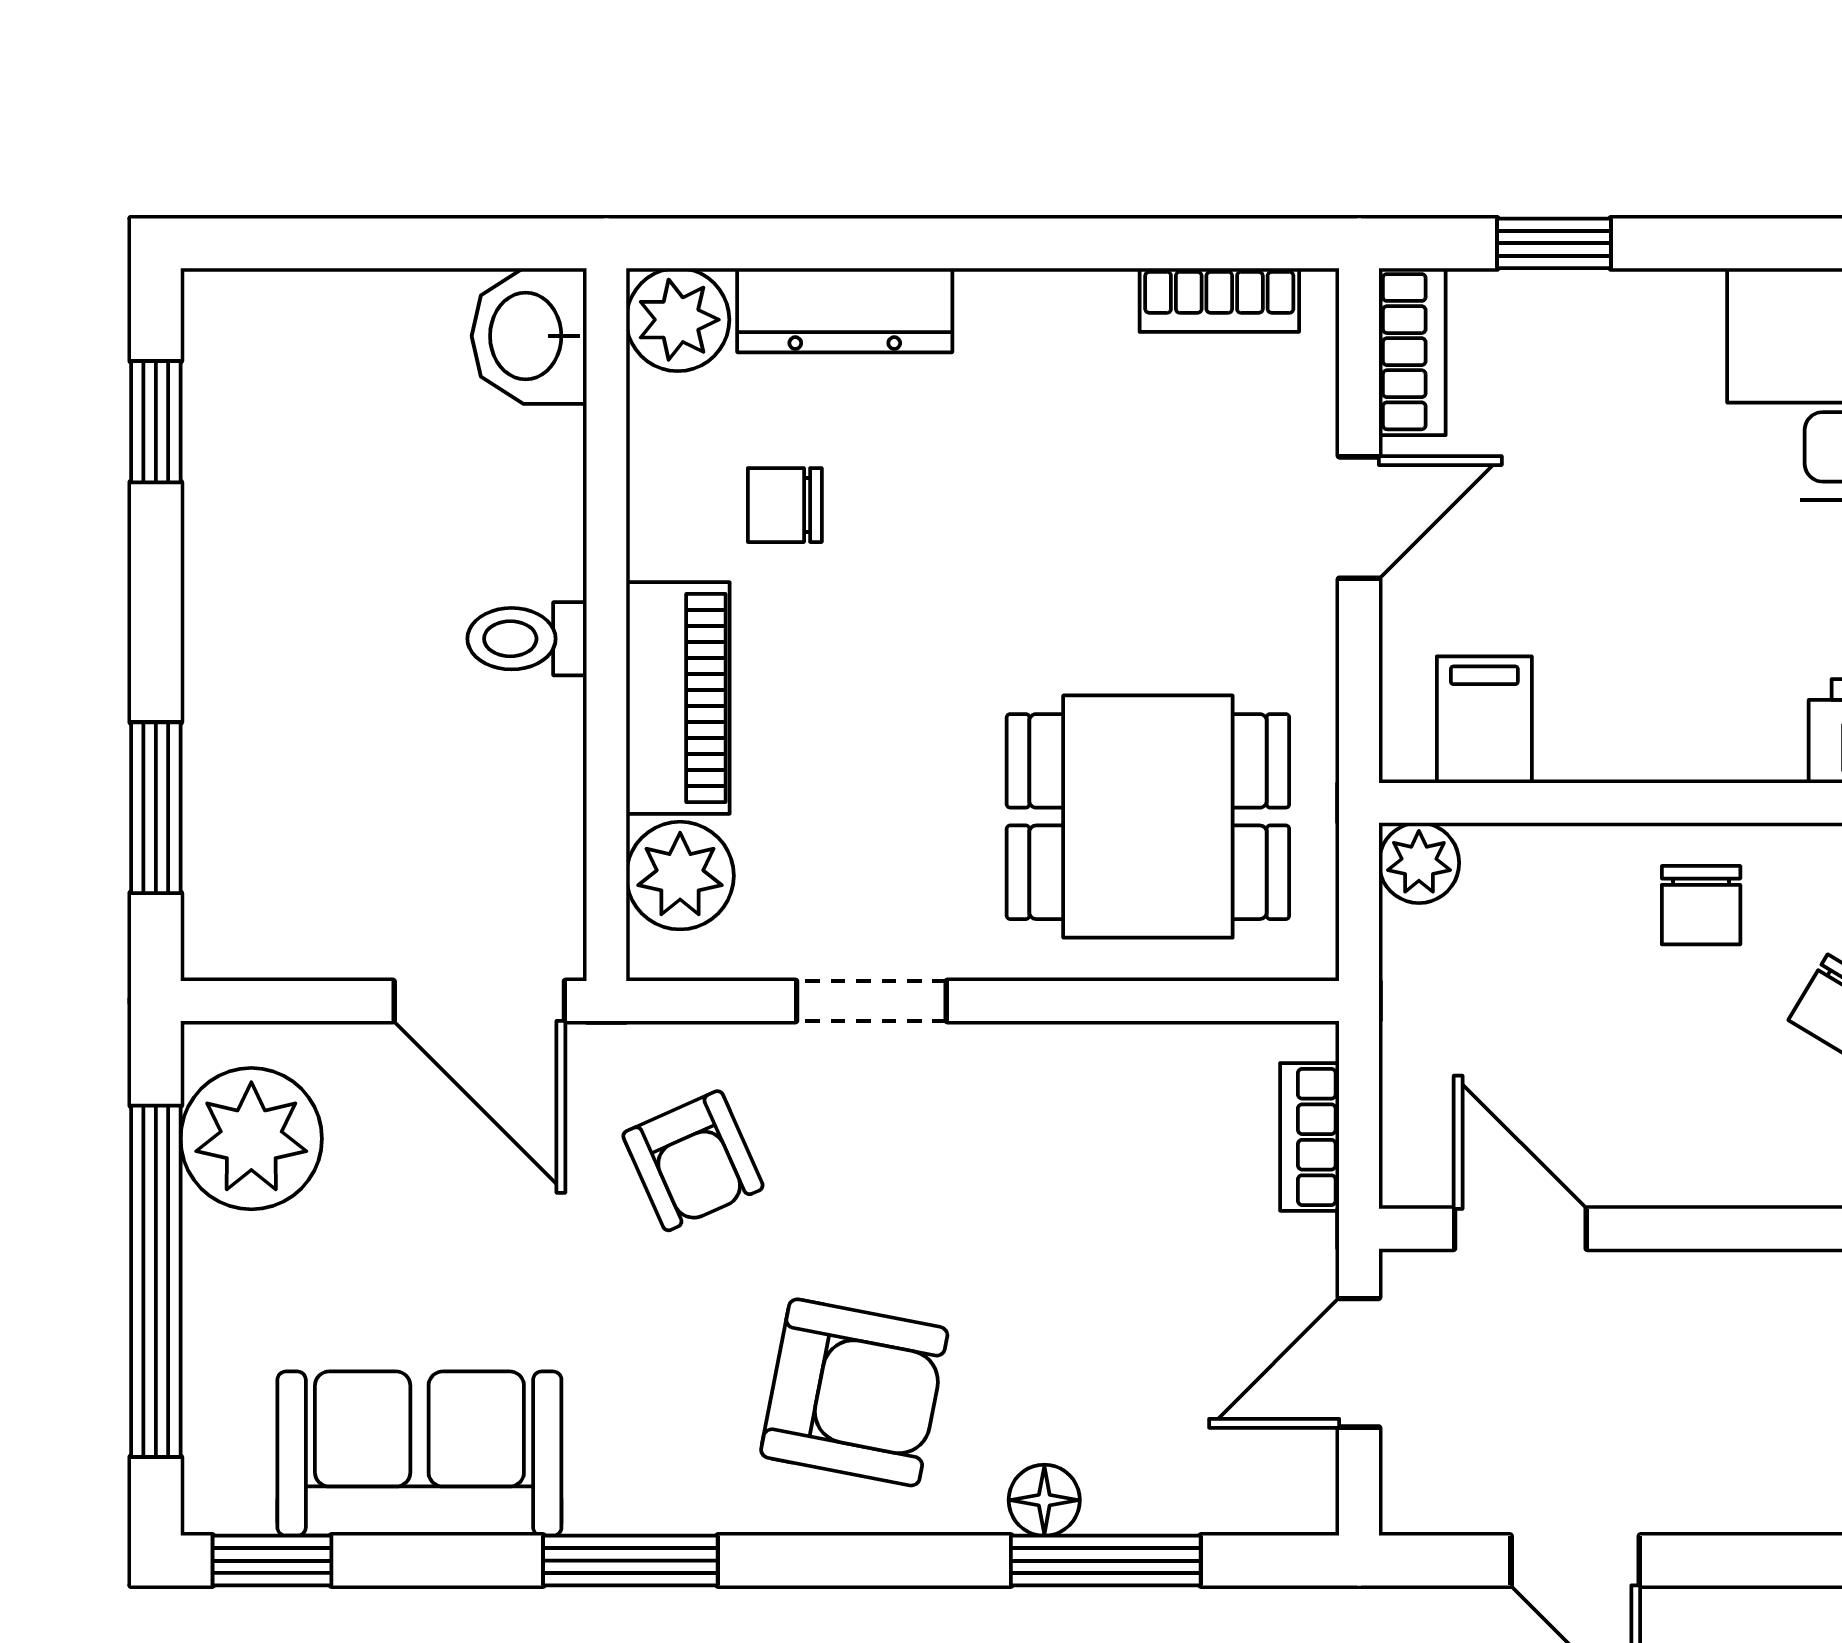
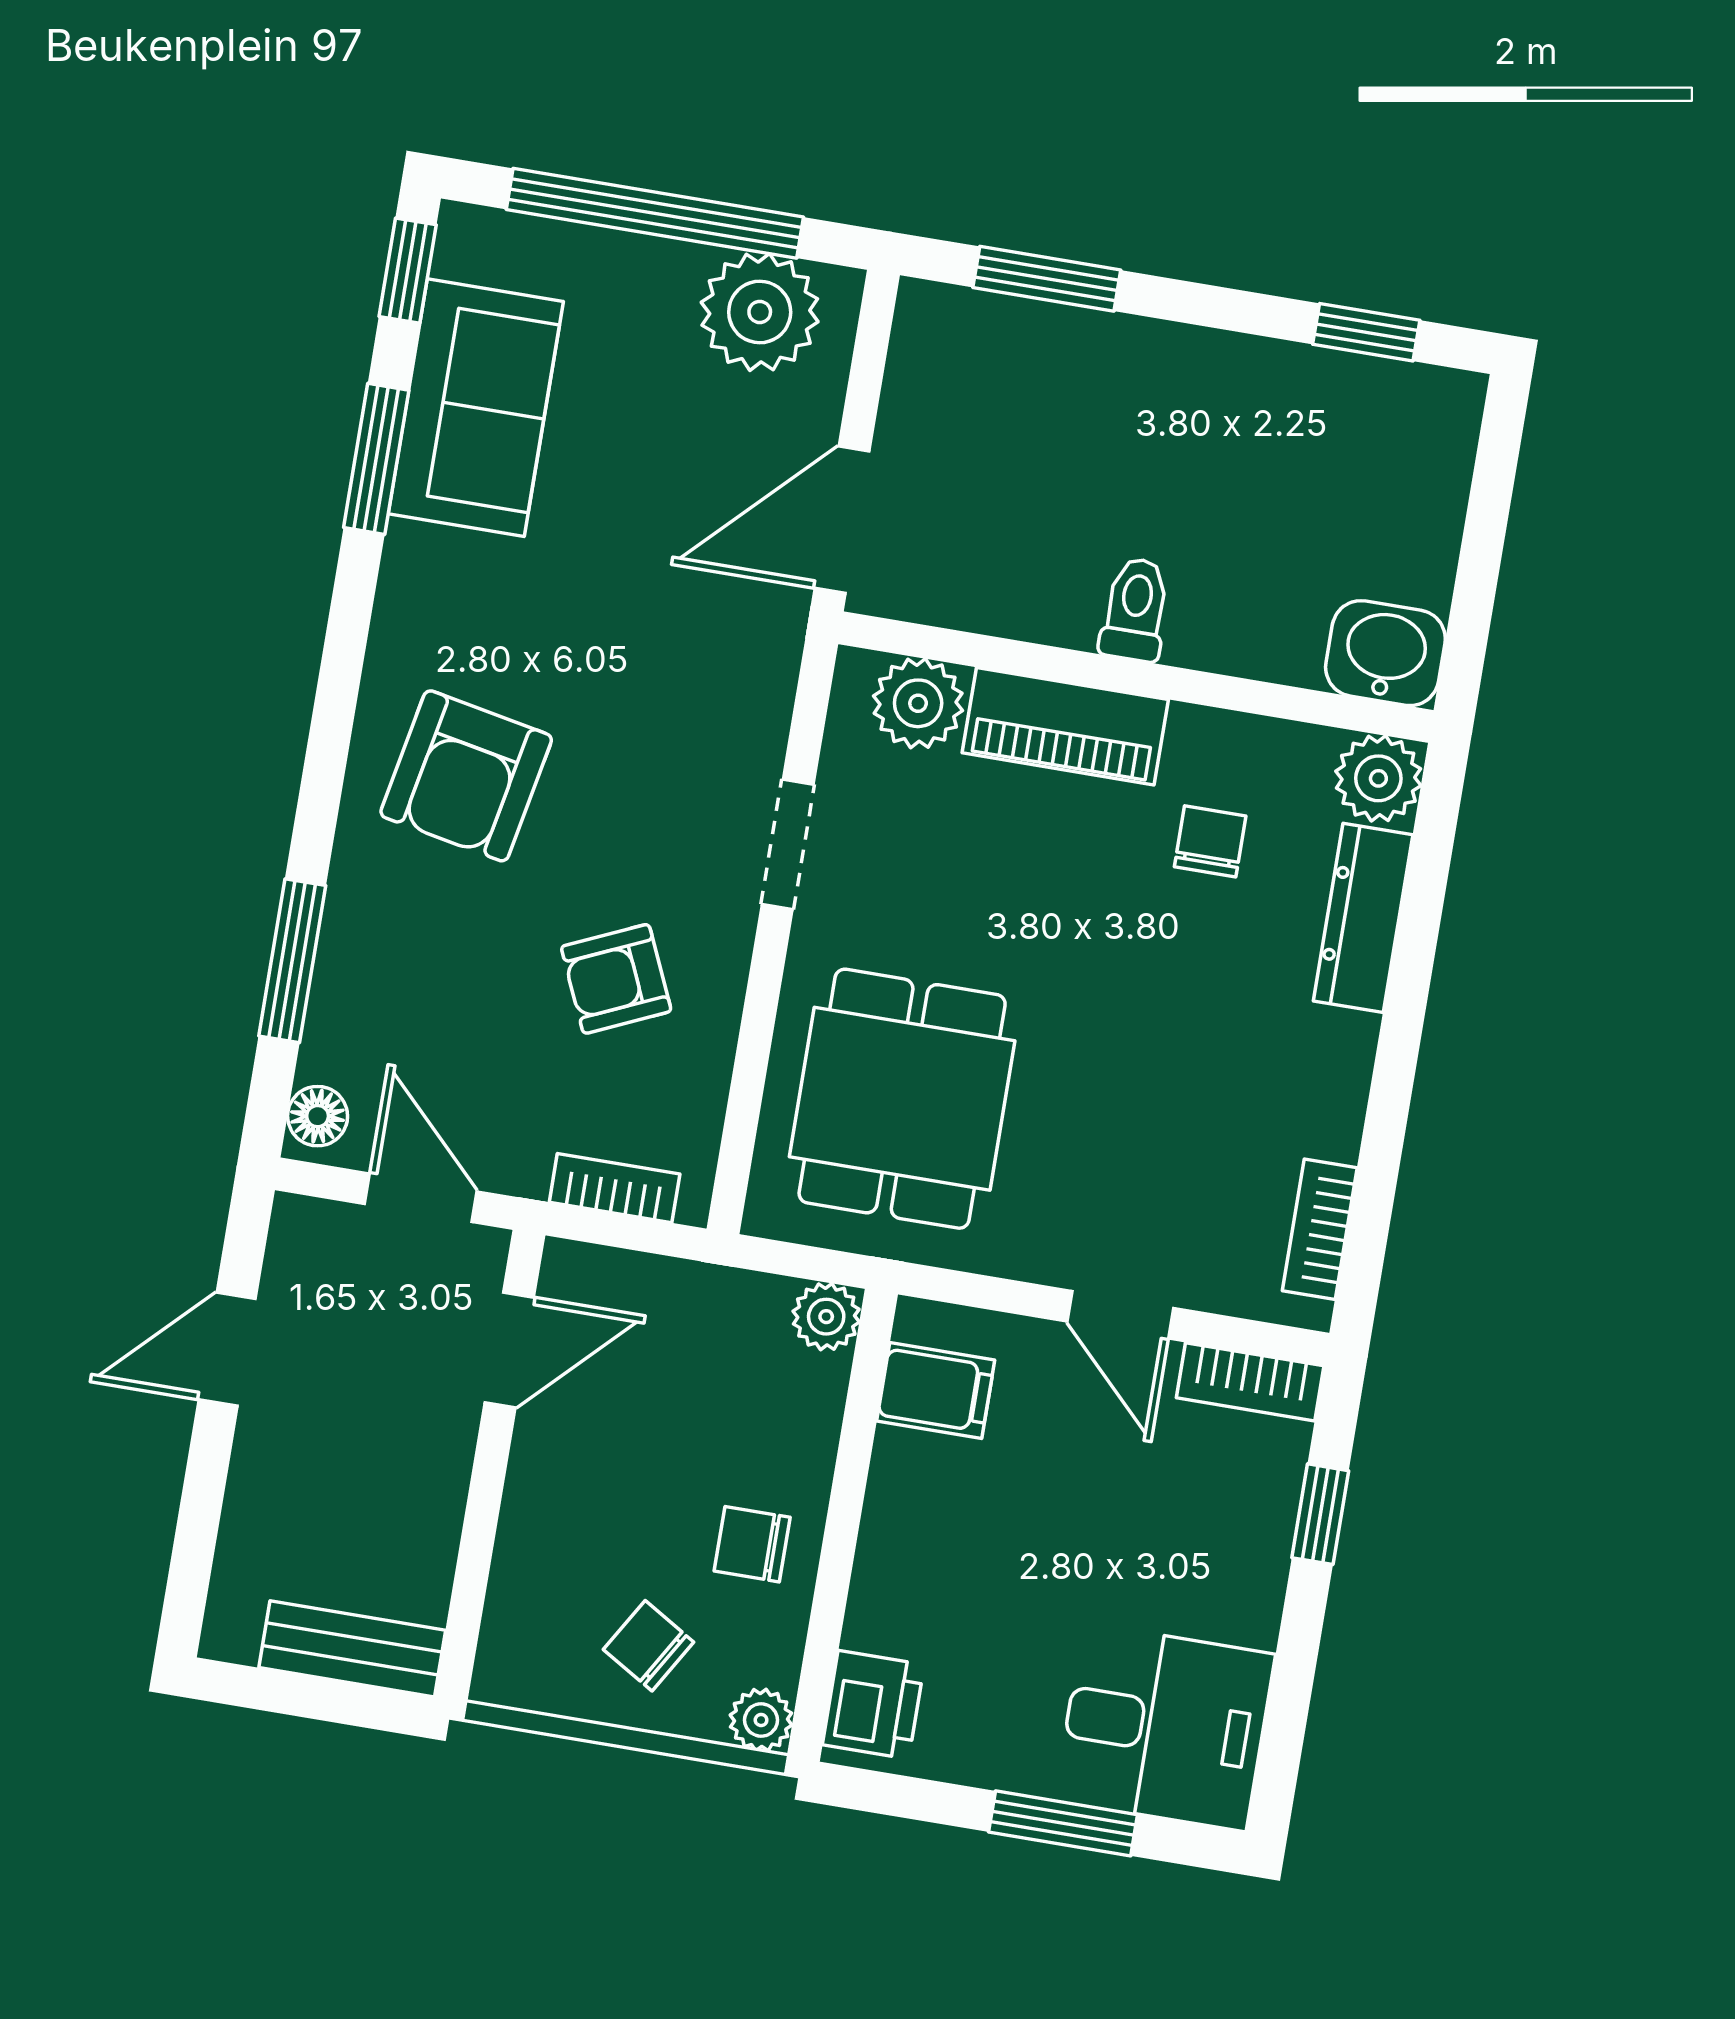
armchair: (693, 1161) -> (616, 979), moved
floor lamp: (1044, 1500) -> (318, 1116), moved
window: (630, 1561) -> (376, 459), moved

